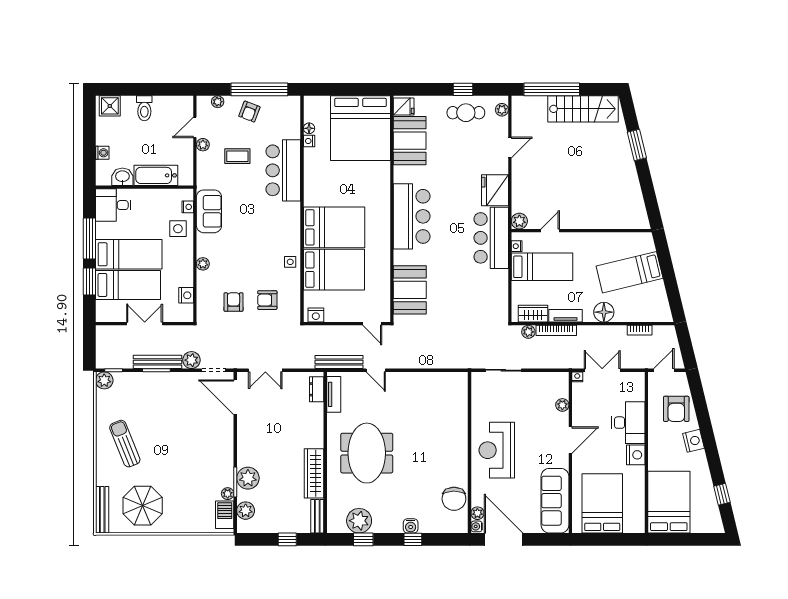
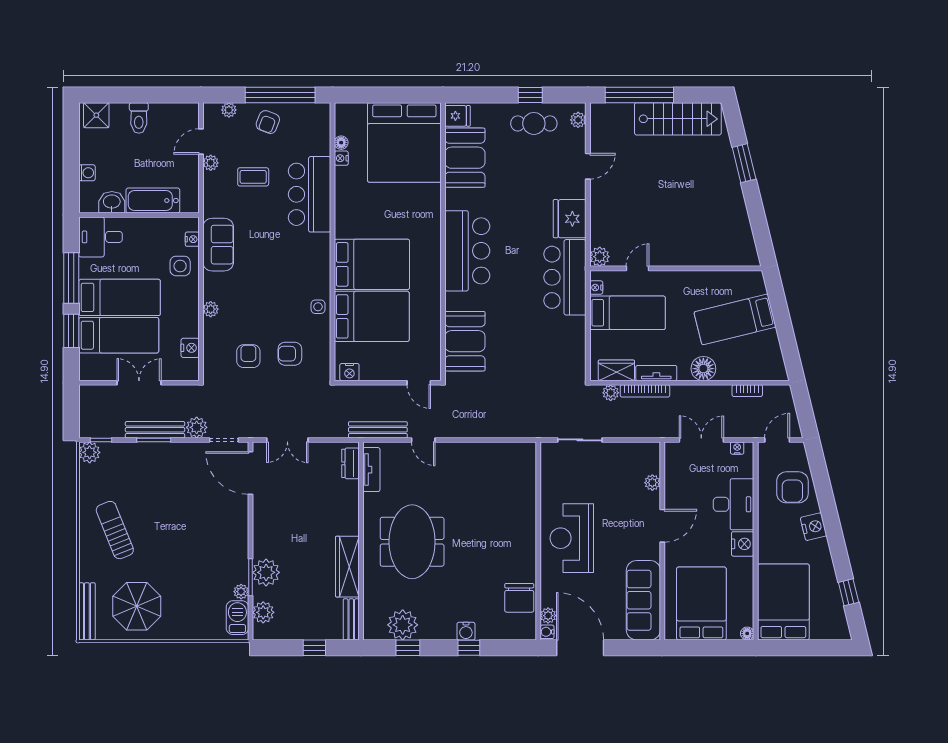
nightstand: (577, 377) -> (737, 448), moved
floor lamp: (639, 528) -> (747, 633), added

